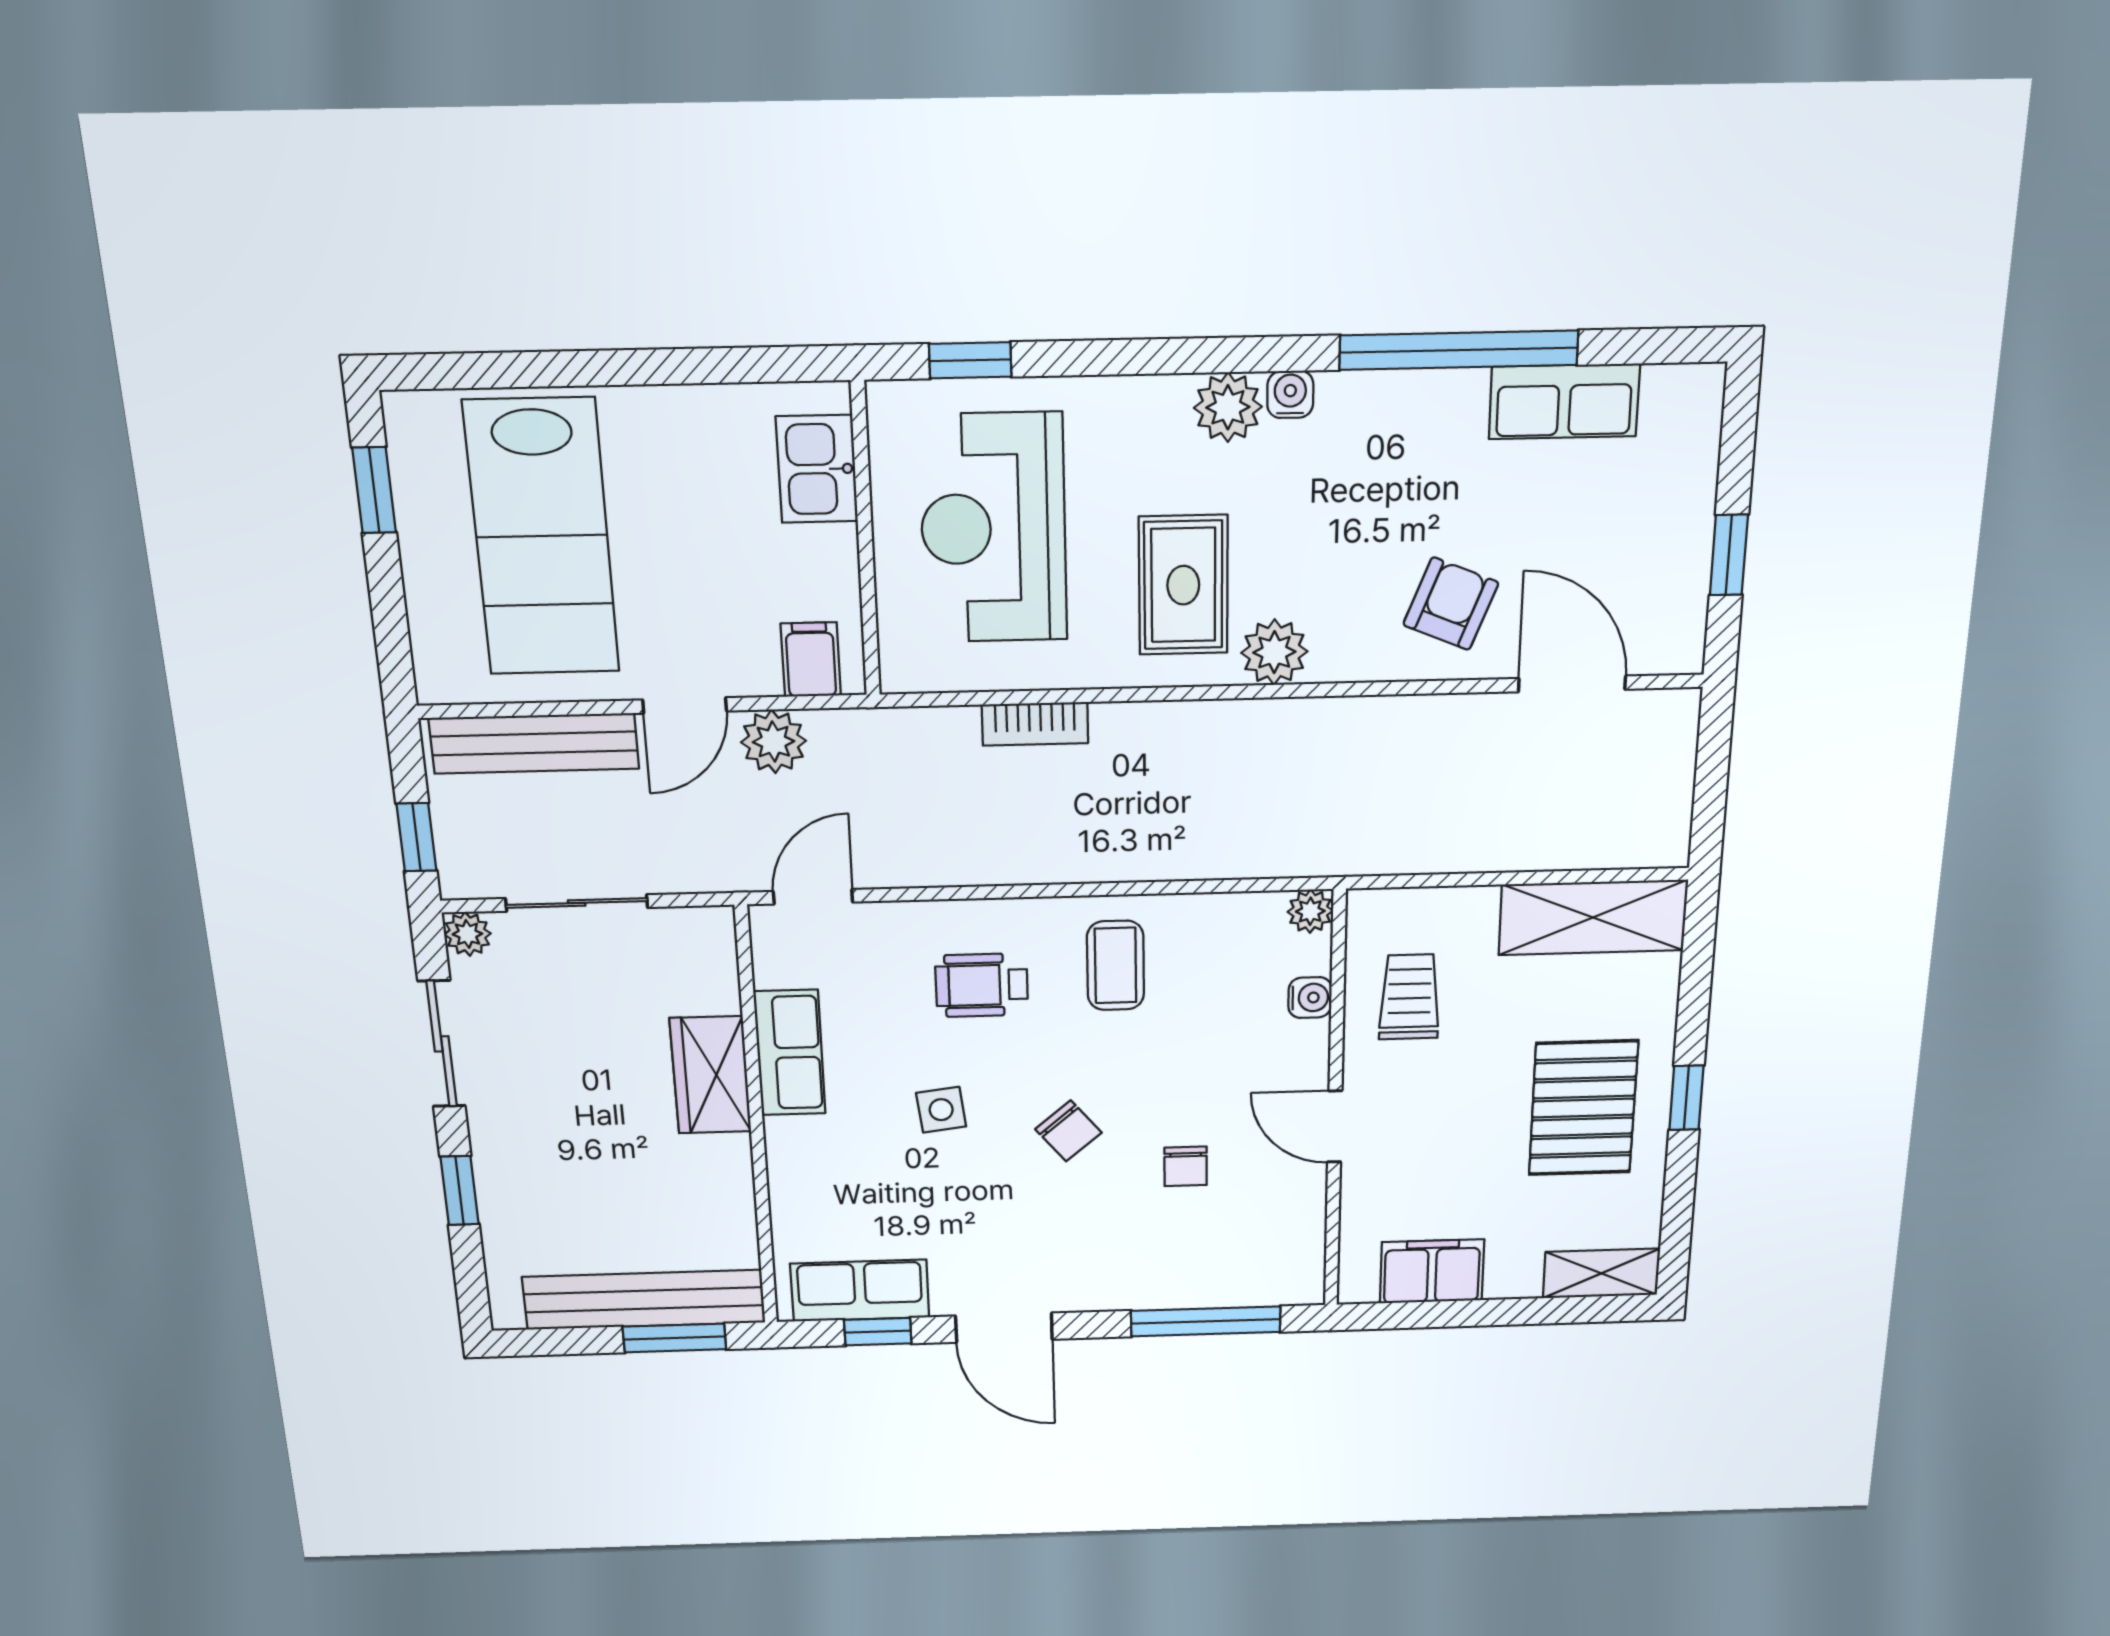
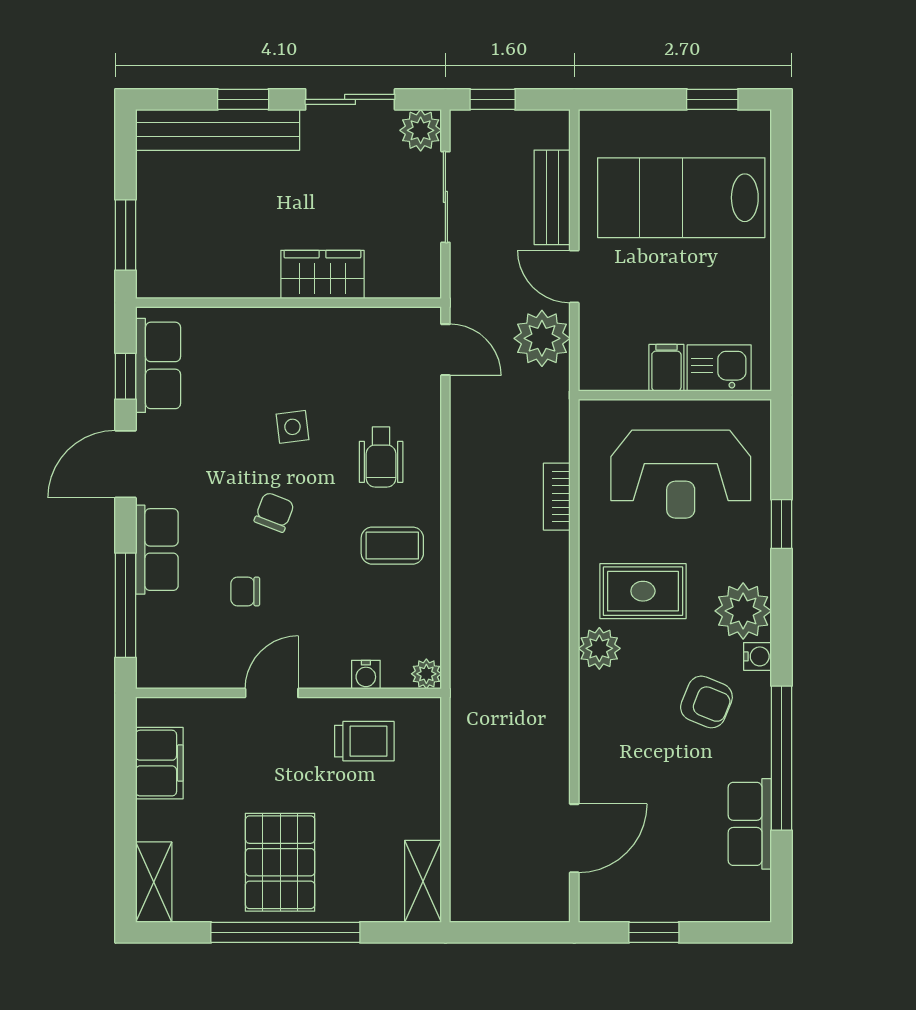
window: (970, 360) -> (781, 524), moved
plant: (1228, 407) -> (743, 611), width x1.36, depth x1.36
reception desk: (993, 528) -> (681, 474), turned 180
armchair: (1451, 604) -> (706, 702), moved
filing cabinet: (811, 660) -> (666, 368), moved, turned -90
plant: (774, 742) -> (542, 338), width x1.36, depth x1.36
bench: (534, 743) -> (552, 197), width x0.73
shelving: (1593, 917) -> (423, 881), width x0.67, depth x0.75
plant: (467, 934) -> (421, 130), width x1.38, depth x1.38
wheelchair: (982, 985) -> (381, 457), turned 180
row of seats: (790, 1053) -> (157, 550), moved, turned -90
window: (1686, 1098) -> (285, 932), width x3.17
pallet: (1583, 1108) -> (280, 862), turned 90
chair: (1068, 1131) -> (274, 512), turned 151
bench: (644, 1300) -> (218, 130), moved, turned 90

